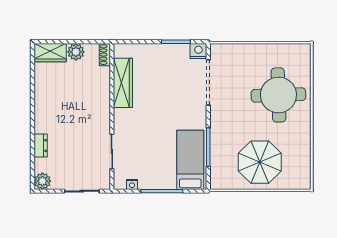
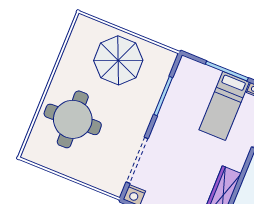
bed: (190, 160) -> (224, 106), moved

